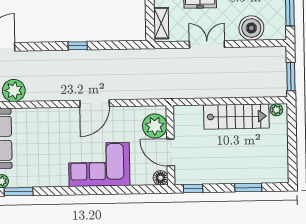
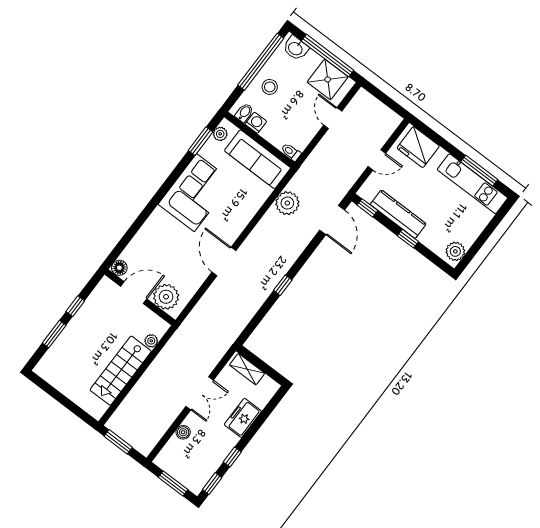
boiler: (251, 28) -> (183, 432), width x0.54, depth x0.54
plant: (276, 110) -> (151, 341), moved
corner sofa: (99, 164) -> (195, 193), moved
window: (193, 188) -> (75, 306), moved

